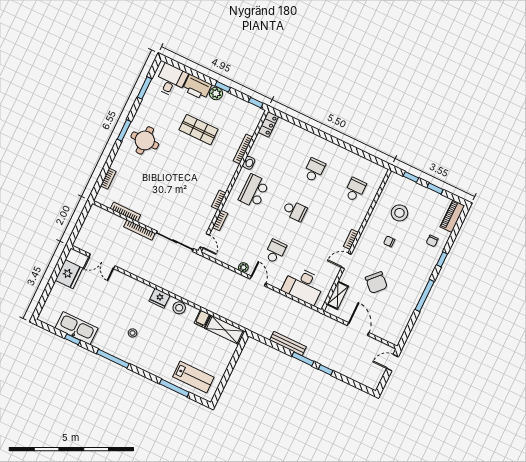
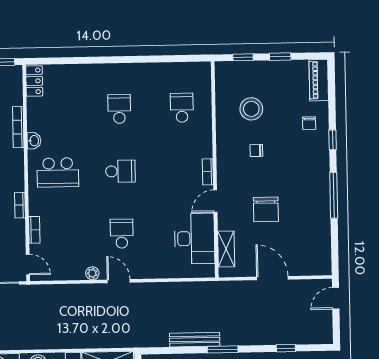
school desk: (254, 191) -> (58, 172), turned -90
chair: (376, 283) -> (266, 209), turned 46
desk: (303, 286) -> (195, 239), moved, turned -90
window: (326, 370) -> (286, 348), moved

